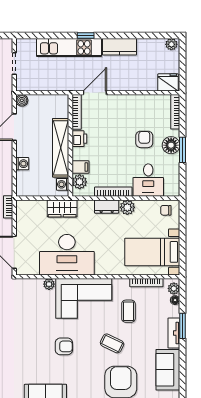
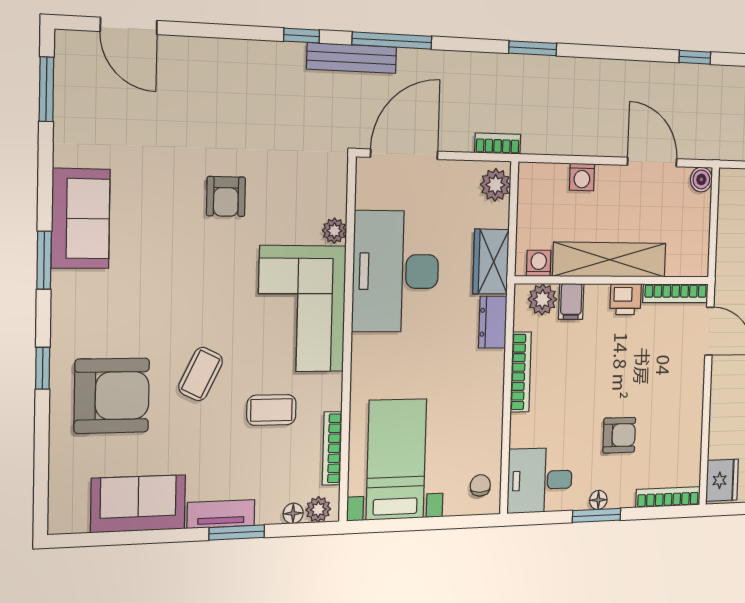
floor lamp: (171, 145) -> (598, 500), width x0.53, depth x0.53
desk: (148, 180) -> (540, 480), moved
dresser: (107, 207) -> (493, 322), moved
plant: (127, 207) -> (495, 185), moved
armchair: (64, 346) -> (226, 196), moved

